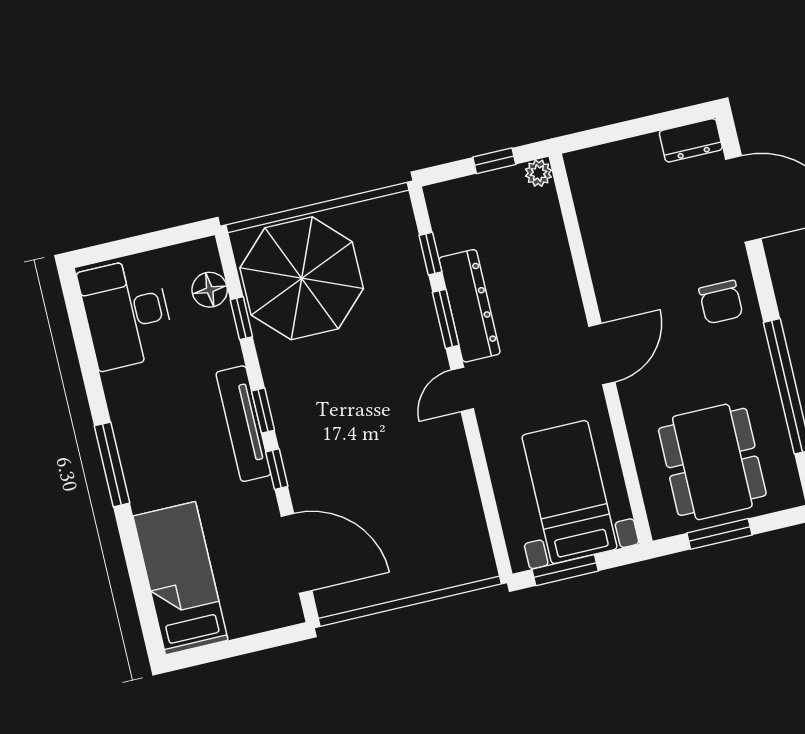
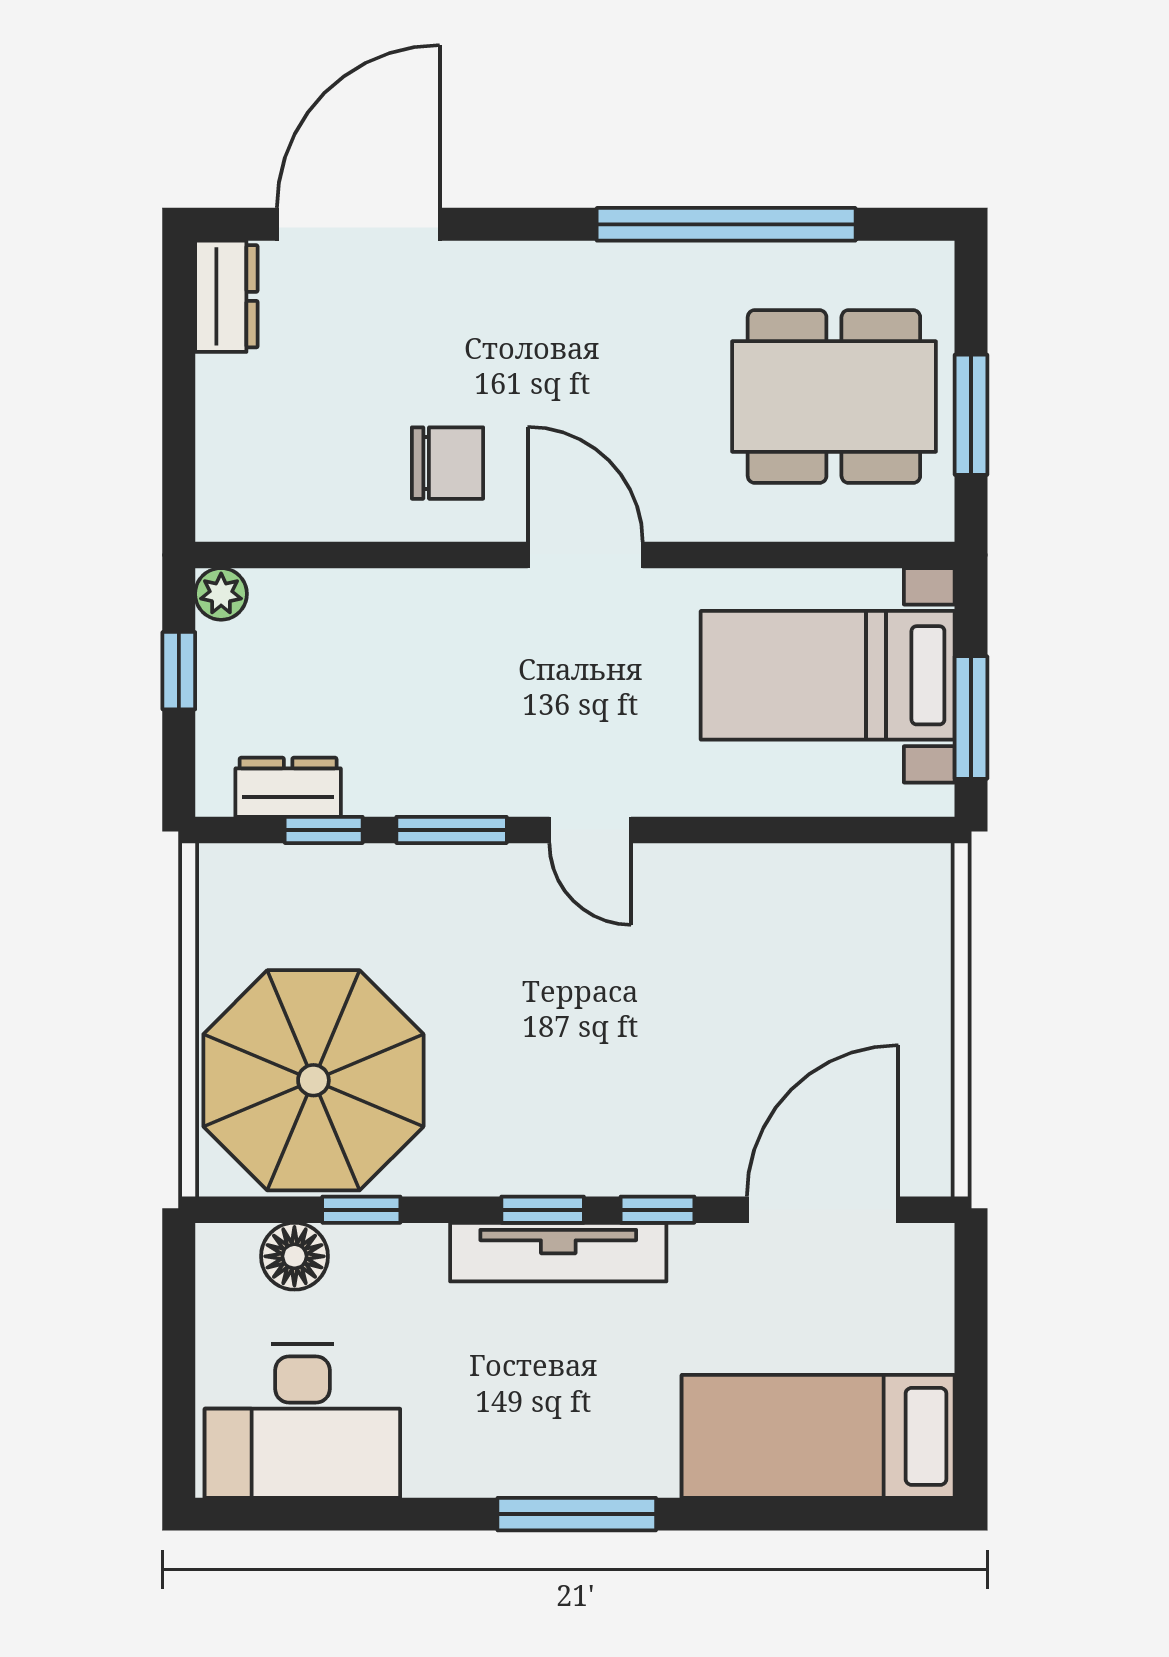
chair: (721, 302) -> (448, 463), moved
dresser: (470, 306) -> (288, 787), moved, width x0.51, depth x0.80

